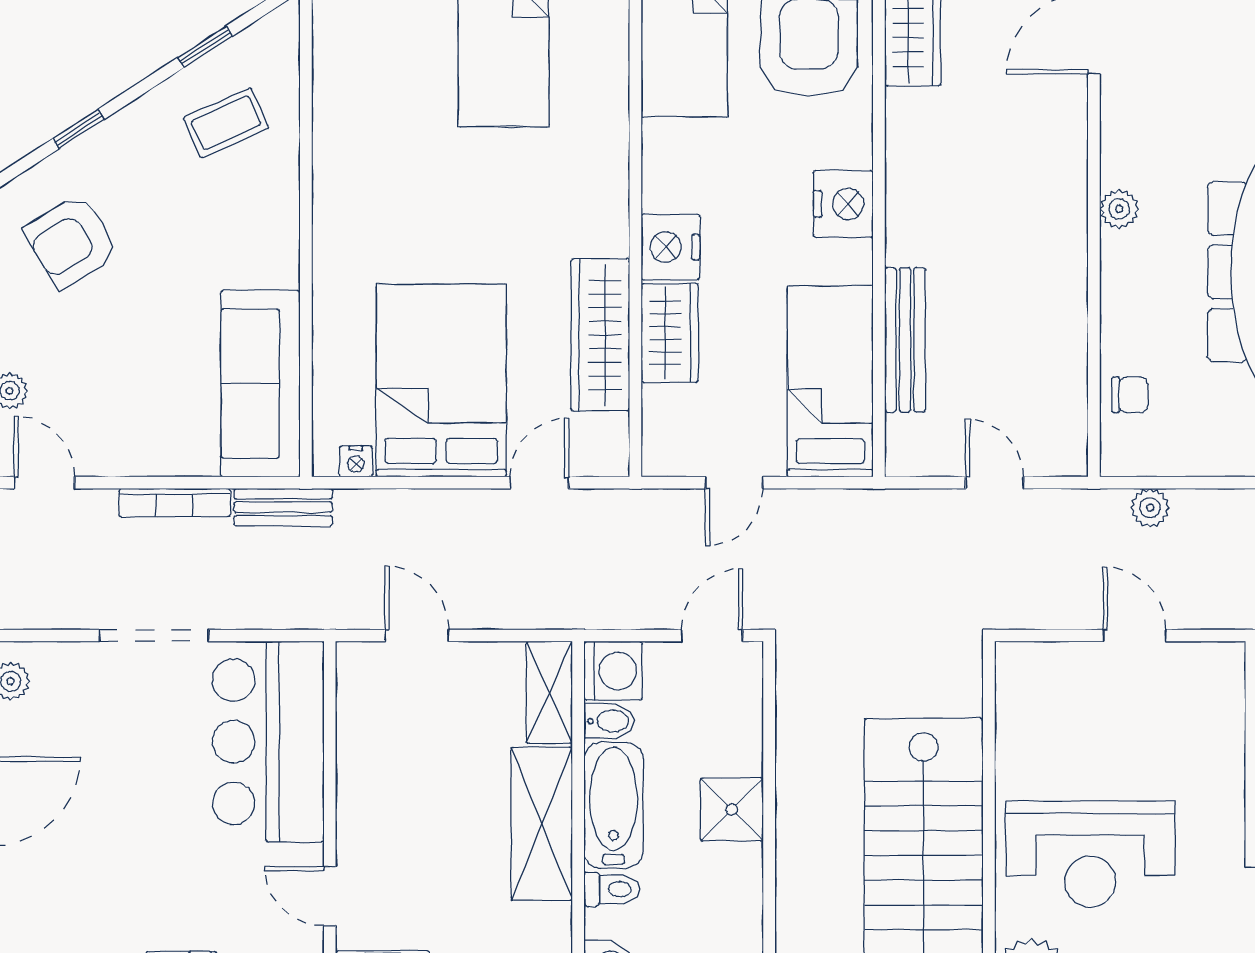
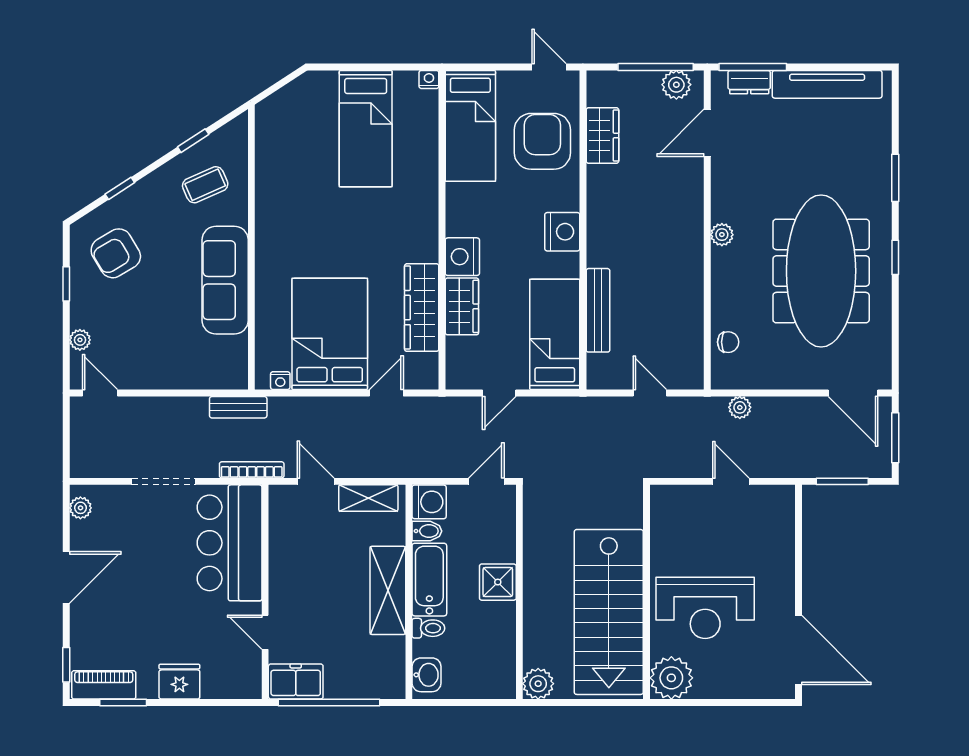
sofa: (260, 384) -> (225, 280), moved
bookcase: (174, 503) -> (252, 470), moved, turned 180
shelving: (549, 692) -> (368, 498), moved, turned 90

